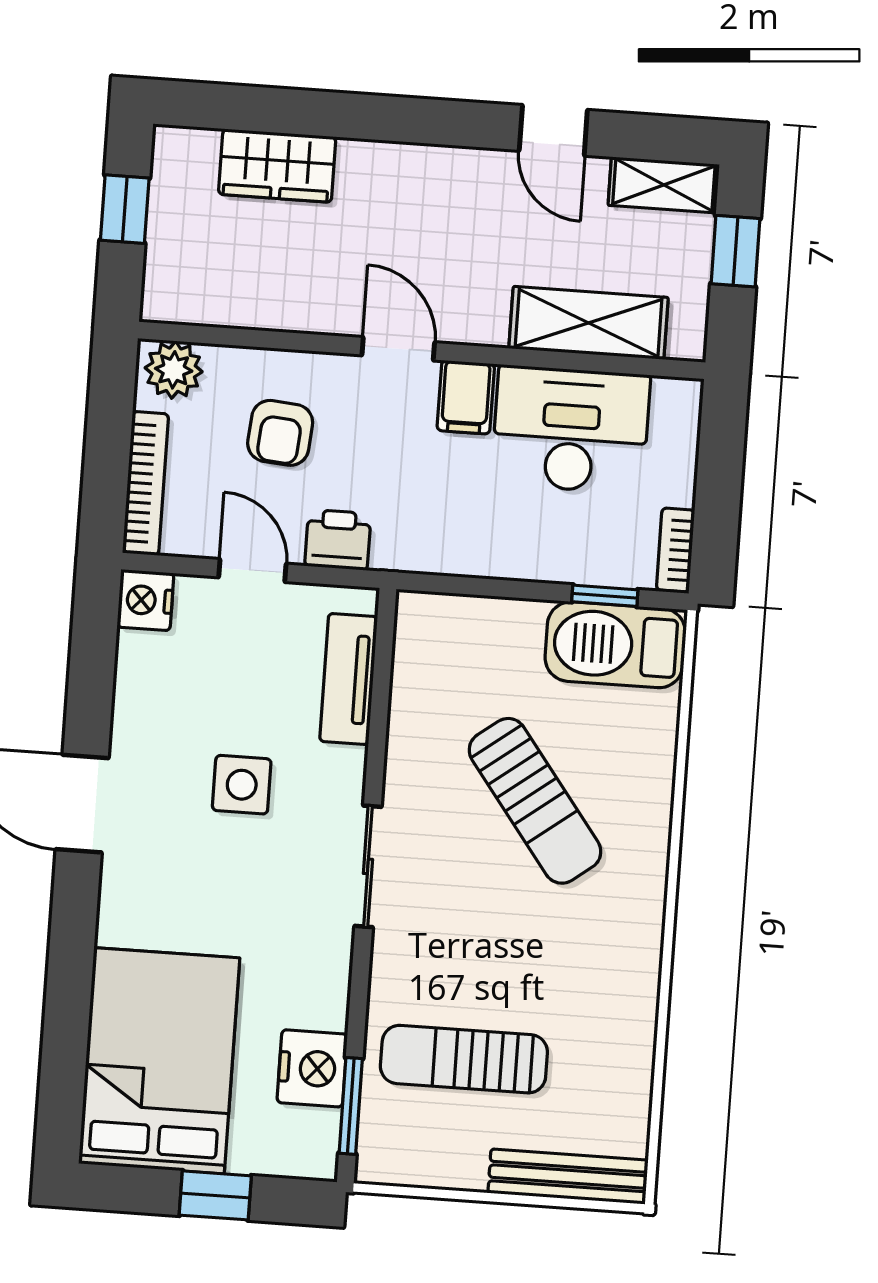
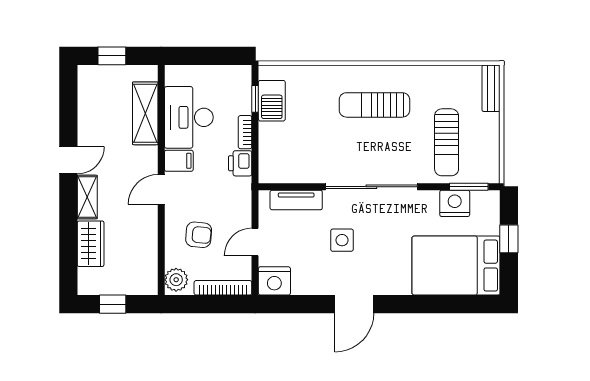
door: (553, 130) -> (68, 160), moved
shelving: (664, 185) -> (87, 197), moved
printer: (338, 540) -> (240, 163), moved
bookcase: (676, 550) -> (245, 132), moved, turned 90
nightstand: (145, 600) -> (274, 281), width x1.36, depth x1.33
barbecue: (615, 645) -> (272, 101), width x0.73, depth x0.83
sun lounger: (535, 801) -> (374, 105), moved, turned -143
sliding door: (368, 866) -> (371, 187), width x1.86
bench: (568, 1177) -> (491, 88), width x0.73

